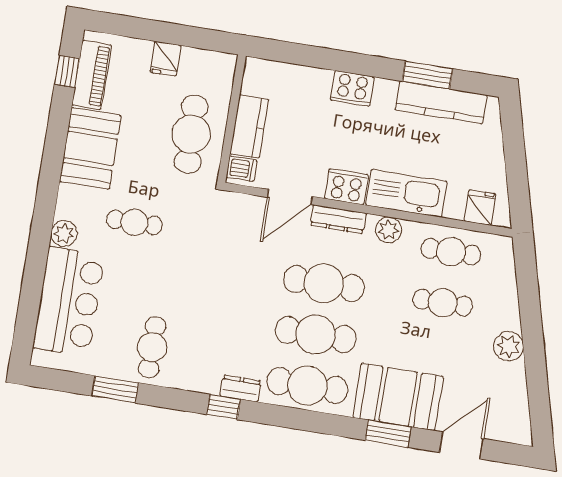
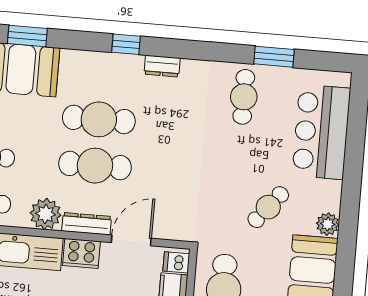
cafe table: (134, 222) -> (268, 207), turned -51
plant: (389, 230) -> (46, 214), width x1.36, depth x1.36
plant: (64, 233) -> (328, 224), moved
cafe table: (307, 386) -> (103, 73), removed
window: (224, 407) -> (126, 44), moved

